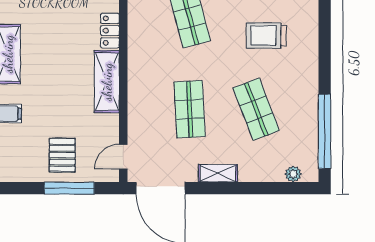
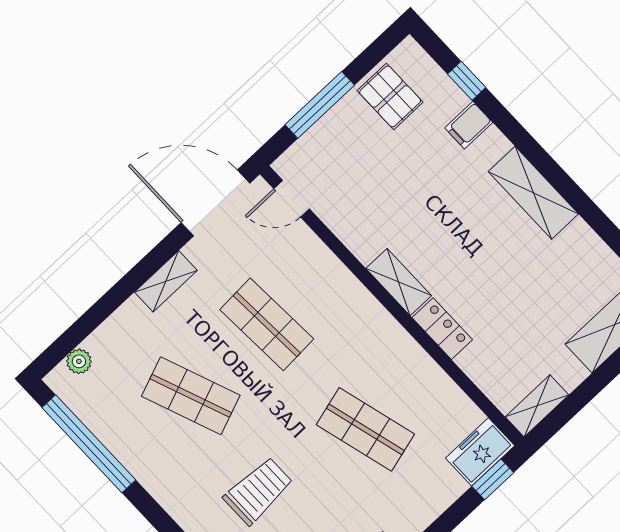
shelving: (107, 82) -> (399, 282), width x0.67, depth x0.75
pallet: (62, 155) -> (390, 96), moved
door: (123, 157) -> (292, 199), swing flipped

